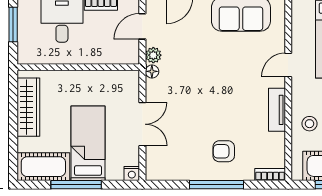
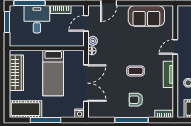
coffee table: (223, 104) -> (136, 71), added
double door: (142, 124) -> (86, 83), width x1.37
bed: (88, 143) -> (53, 73), moved, turned 180

